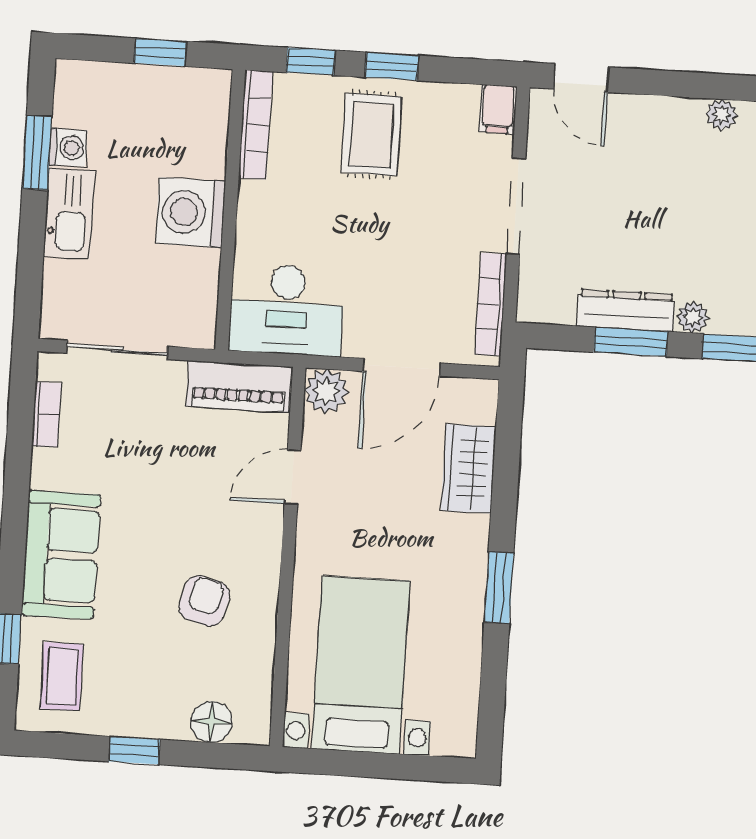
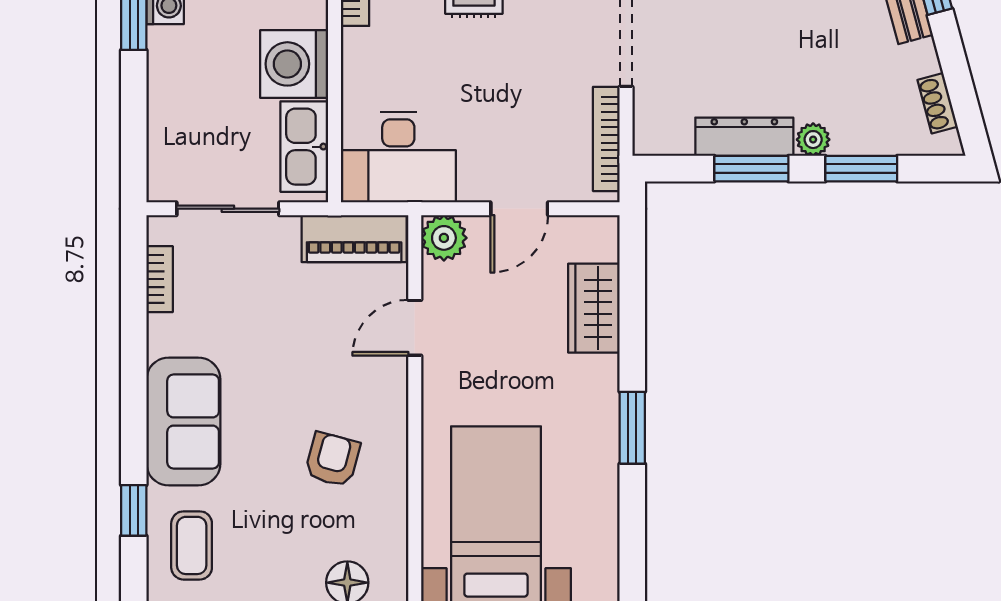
kitchen sink: (69, 214) -> (304, 147), moved, turned 180
door: (402, 367) -> (519, 209), width x0.73

